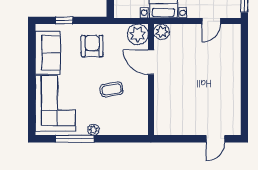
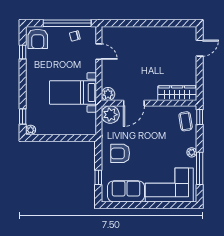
coffee table: (111, 89) -> (186, 121), moved
wardrobe: (163, 113) -> (177, 93), added
window: (135, 139) -> (200, 117), added
door: (215, 139) -> (200, 48), hinge flipped

